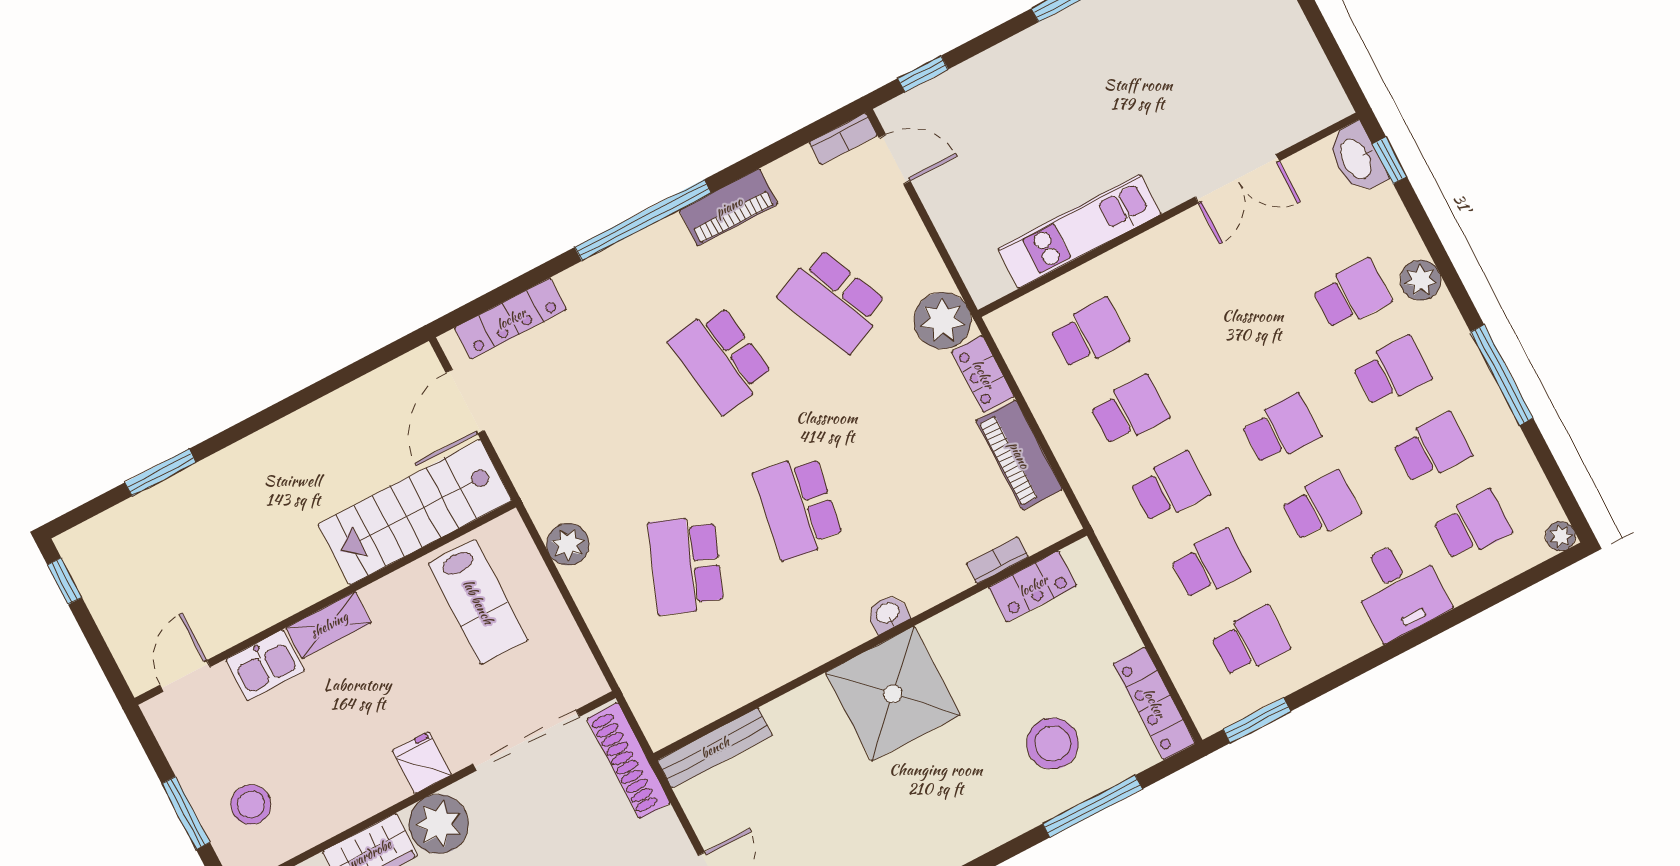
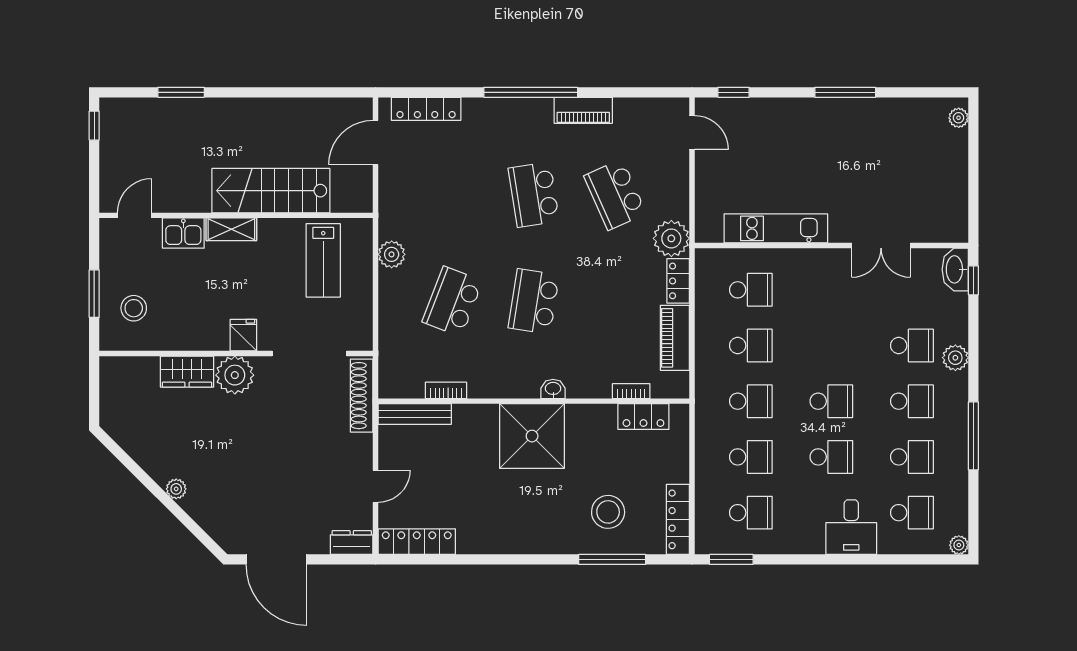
bookcase: (843, 139) -> (446, 390), moved, turned 180
stairs: (415, 512) -> (271, 191), moved

